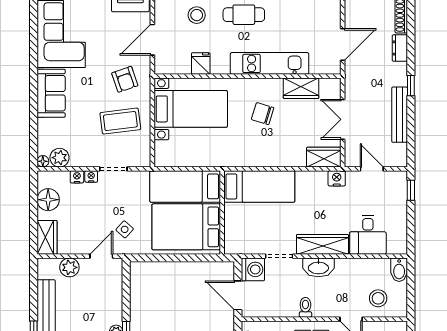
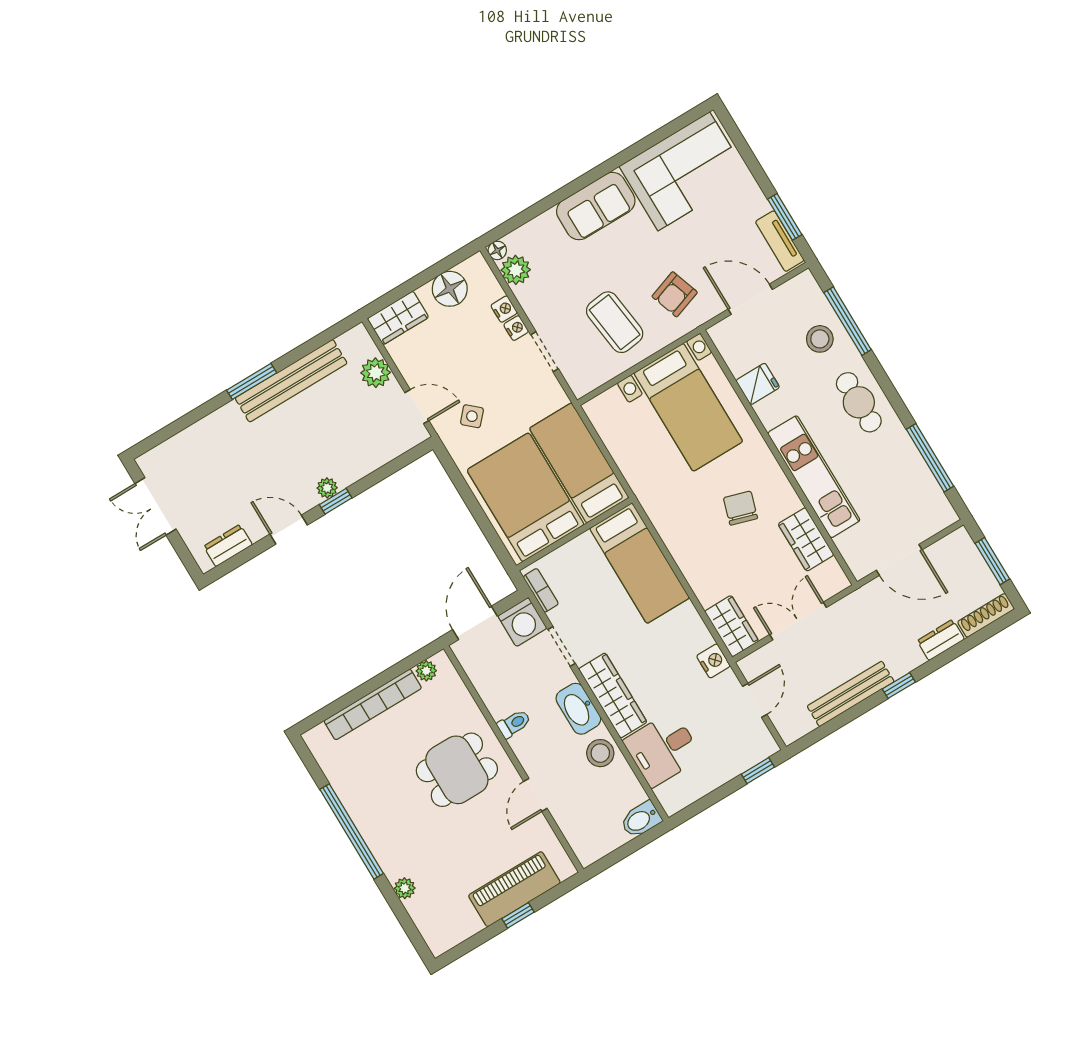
bookcase: (242, 249) -> (541, 590), added
stool: (378, 298) -> (600, 753), moved

